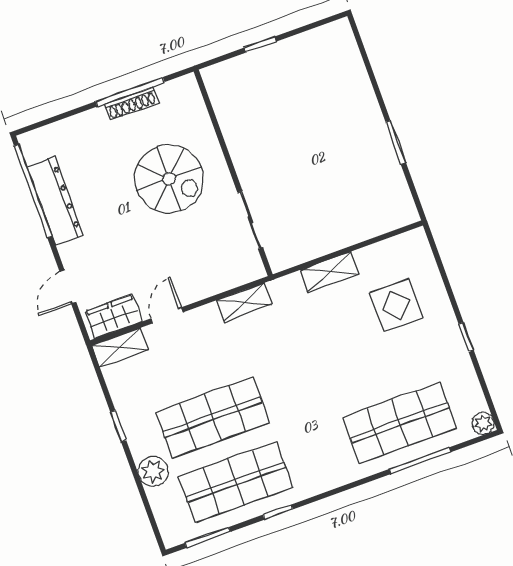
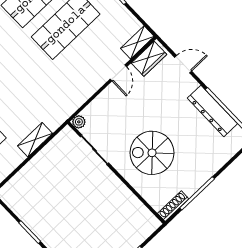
shoe rack: (131, 103) -> (173, 206), moved
plant: (255, 270) -> (79, 122), added
door: (68, 287) -> (183, 64), hinge flipped
shelving: (245, 302) -> (77, 101), removed

